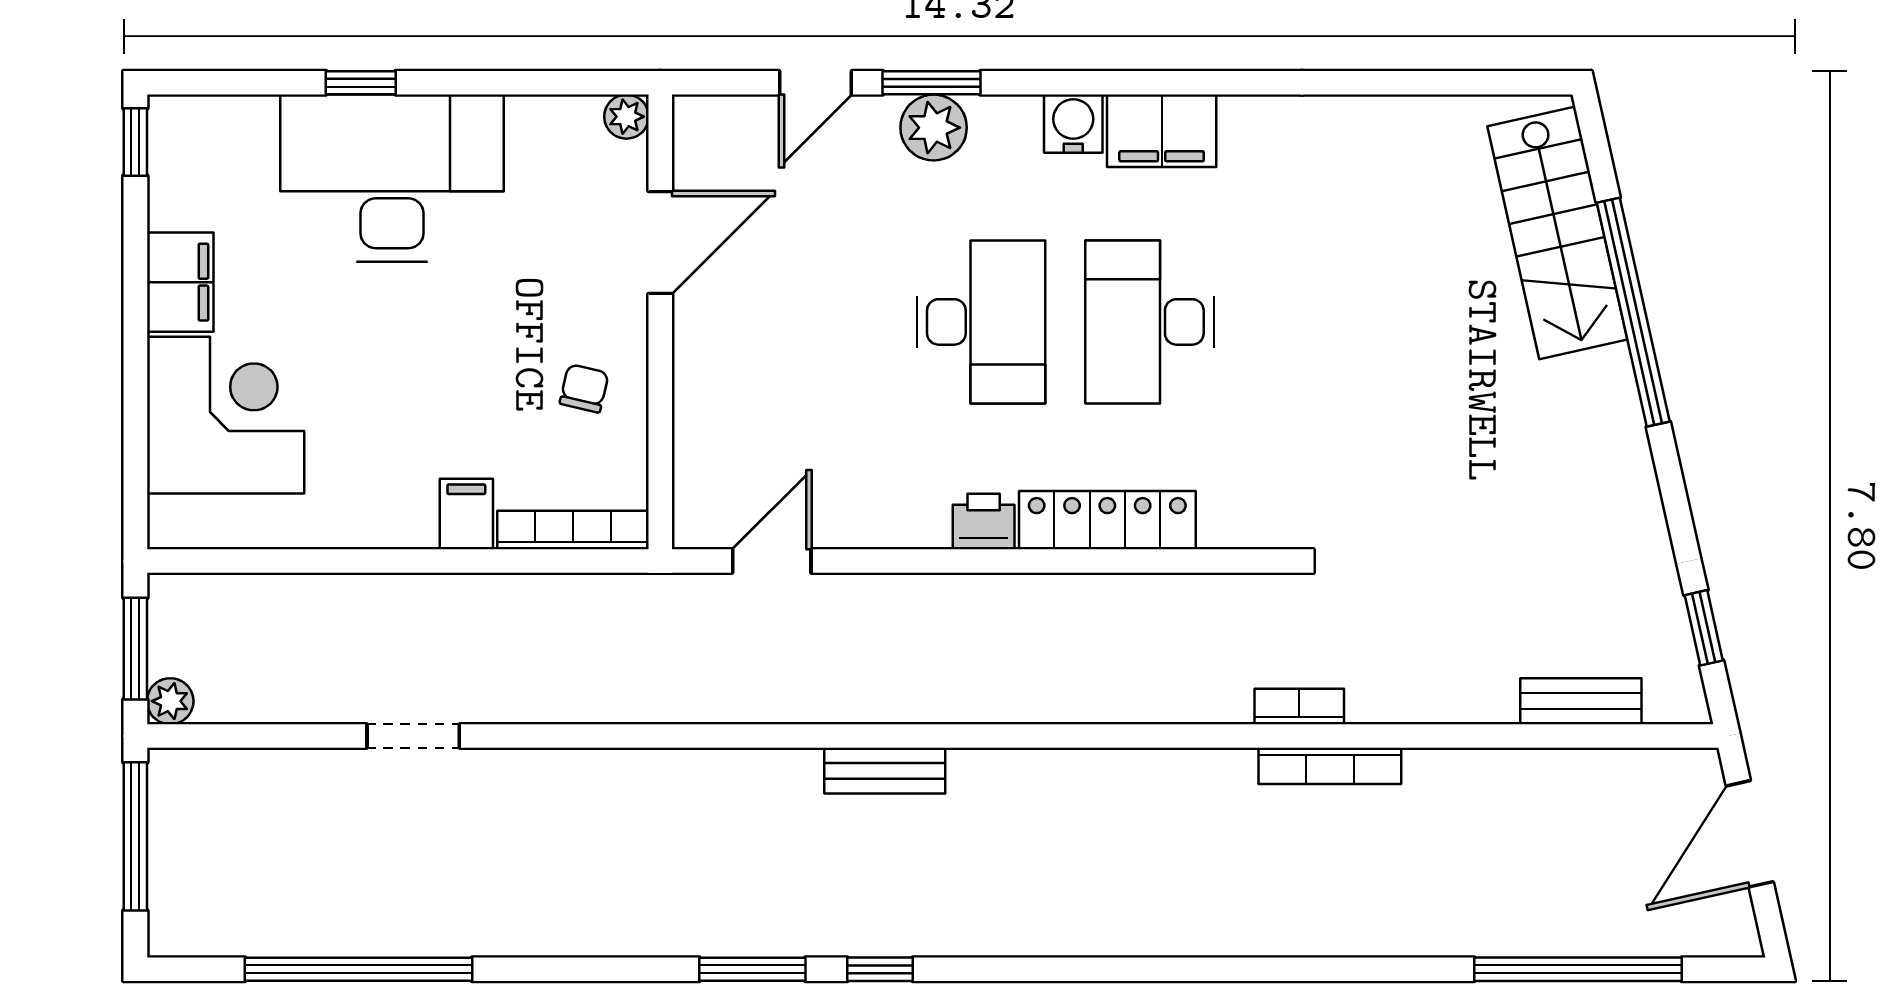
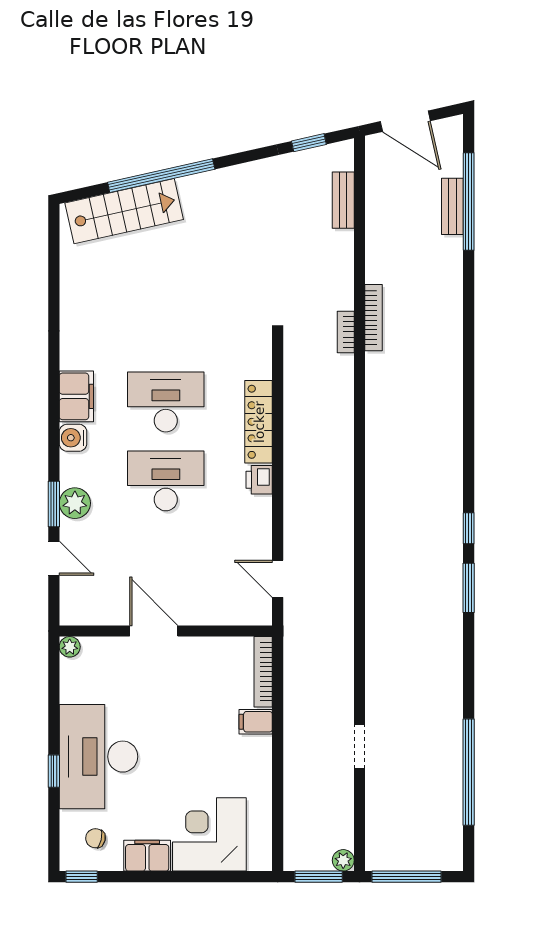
door: (660, 243) -> (154, 631), moved
desk: (1150, 322) -> (166, 402), turned 180
chair: (584, 388) -> (95, 838), moved
bench: (885, 771) -> (452, 206), moved

